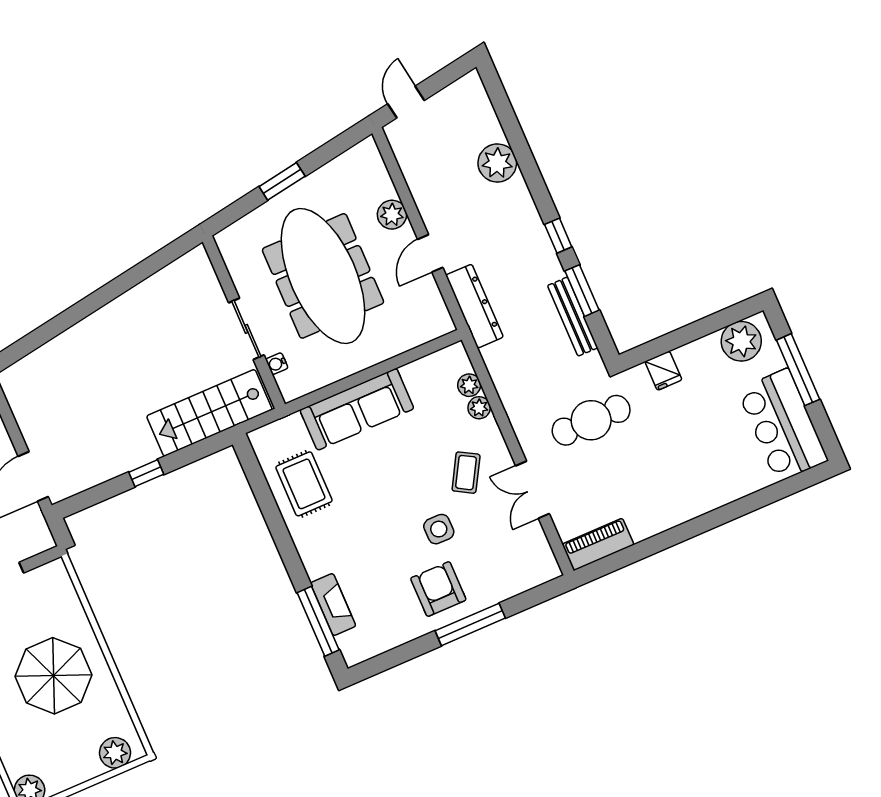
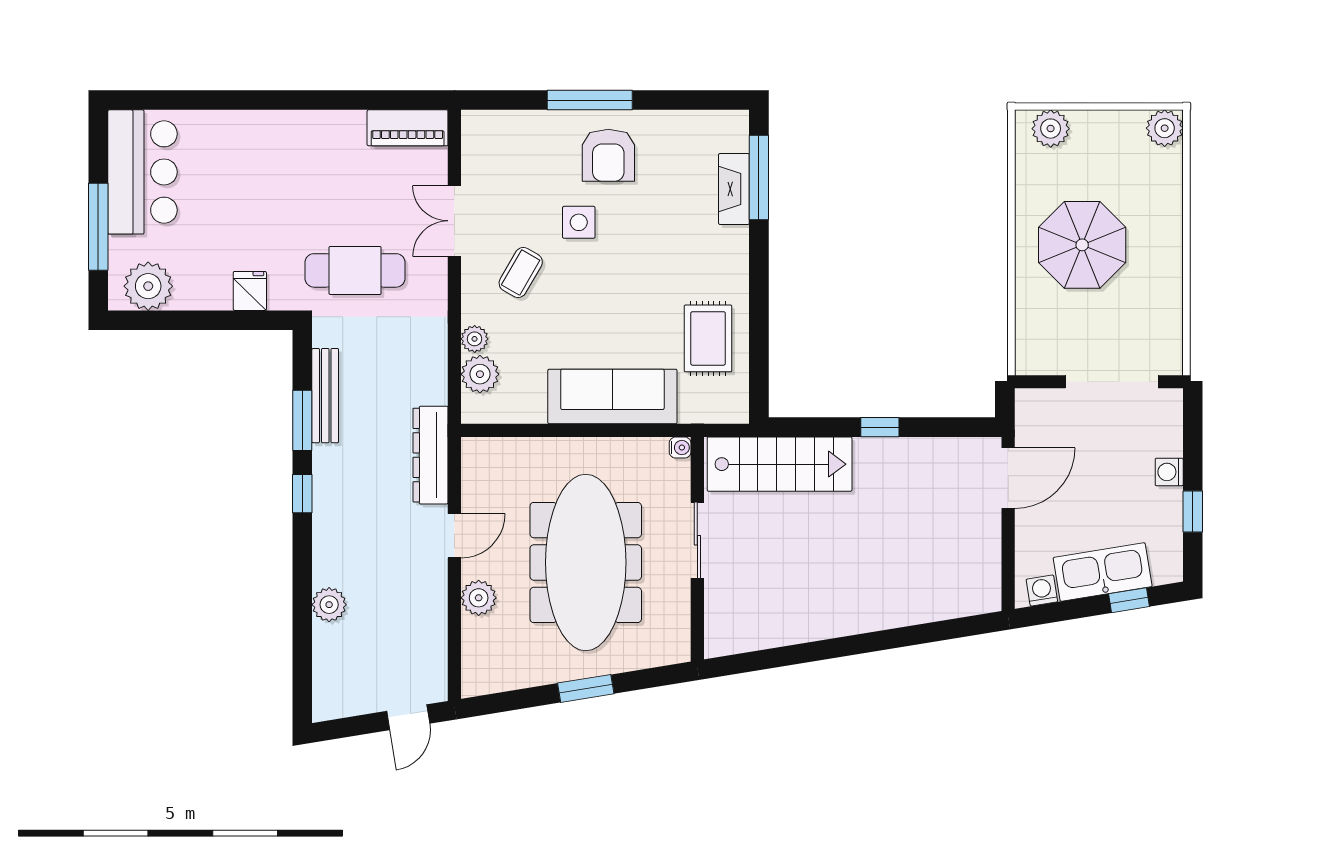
plant: (497, 163) -> (329, 605), width x0.73, depth x0.73
water cooler: (277, 364) -> (680, 448), moved
plant: (469, 385) -> (480, 374), width x1.38, depth x1.38
double door: (533, 490) -> (454, 221), swing flipped

